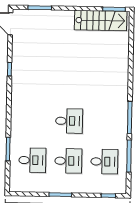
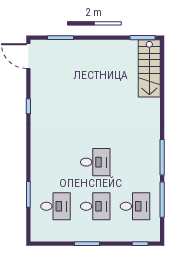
stairs: (101, 20) -> (149, 68), moved, turned 90

